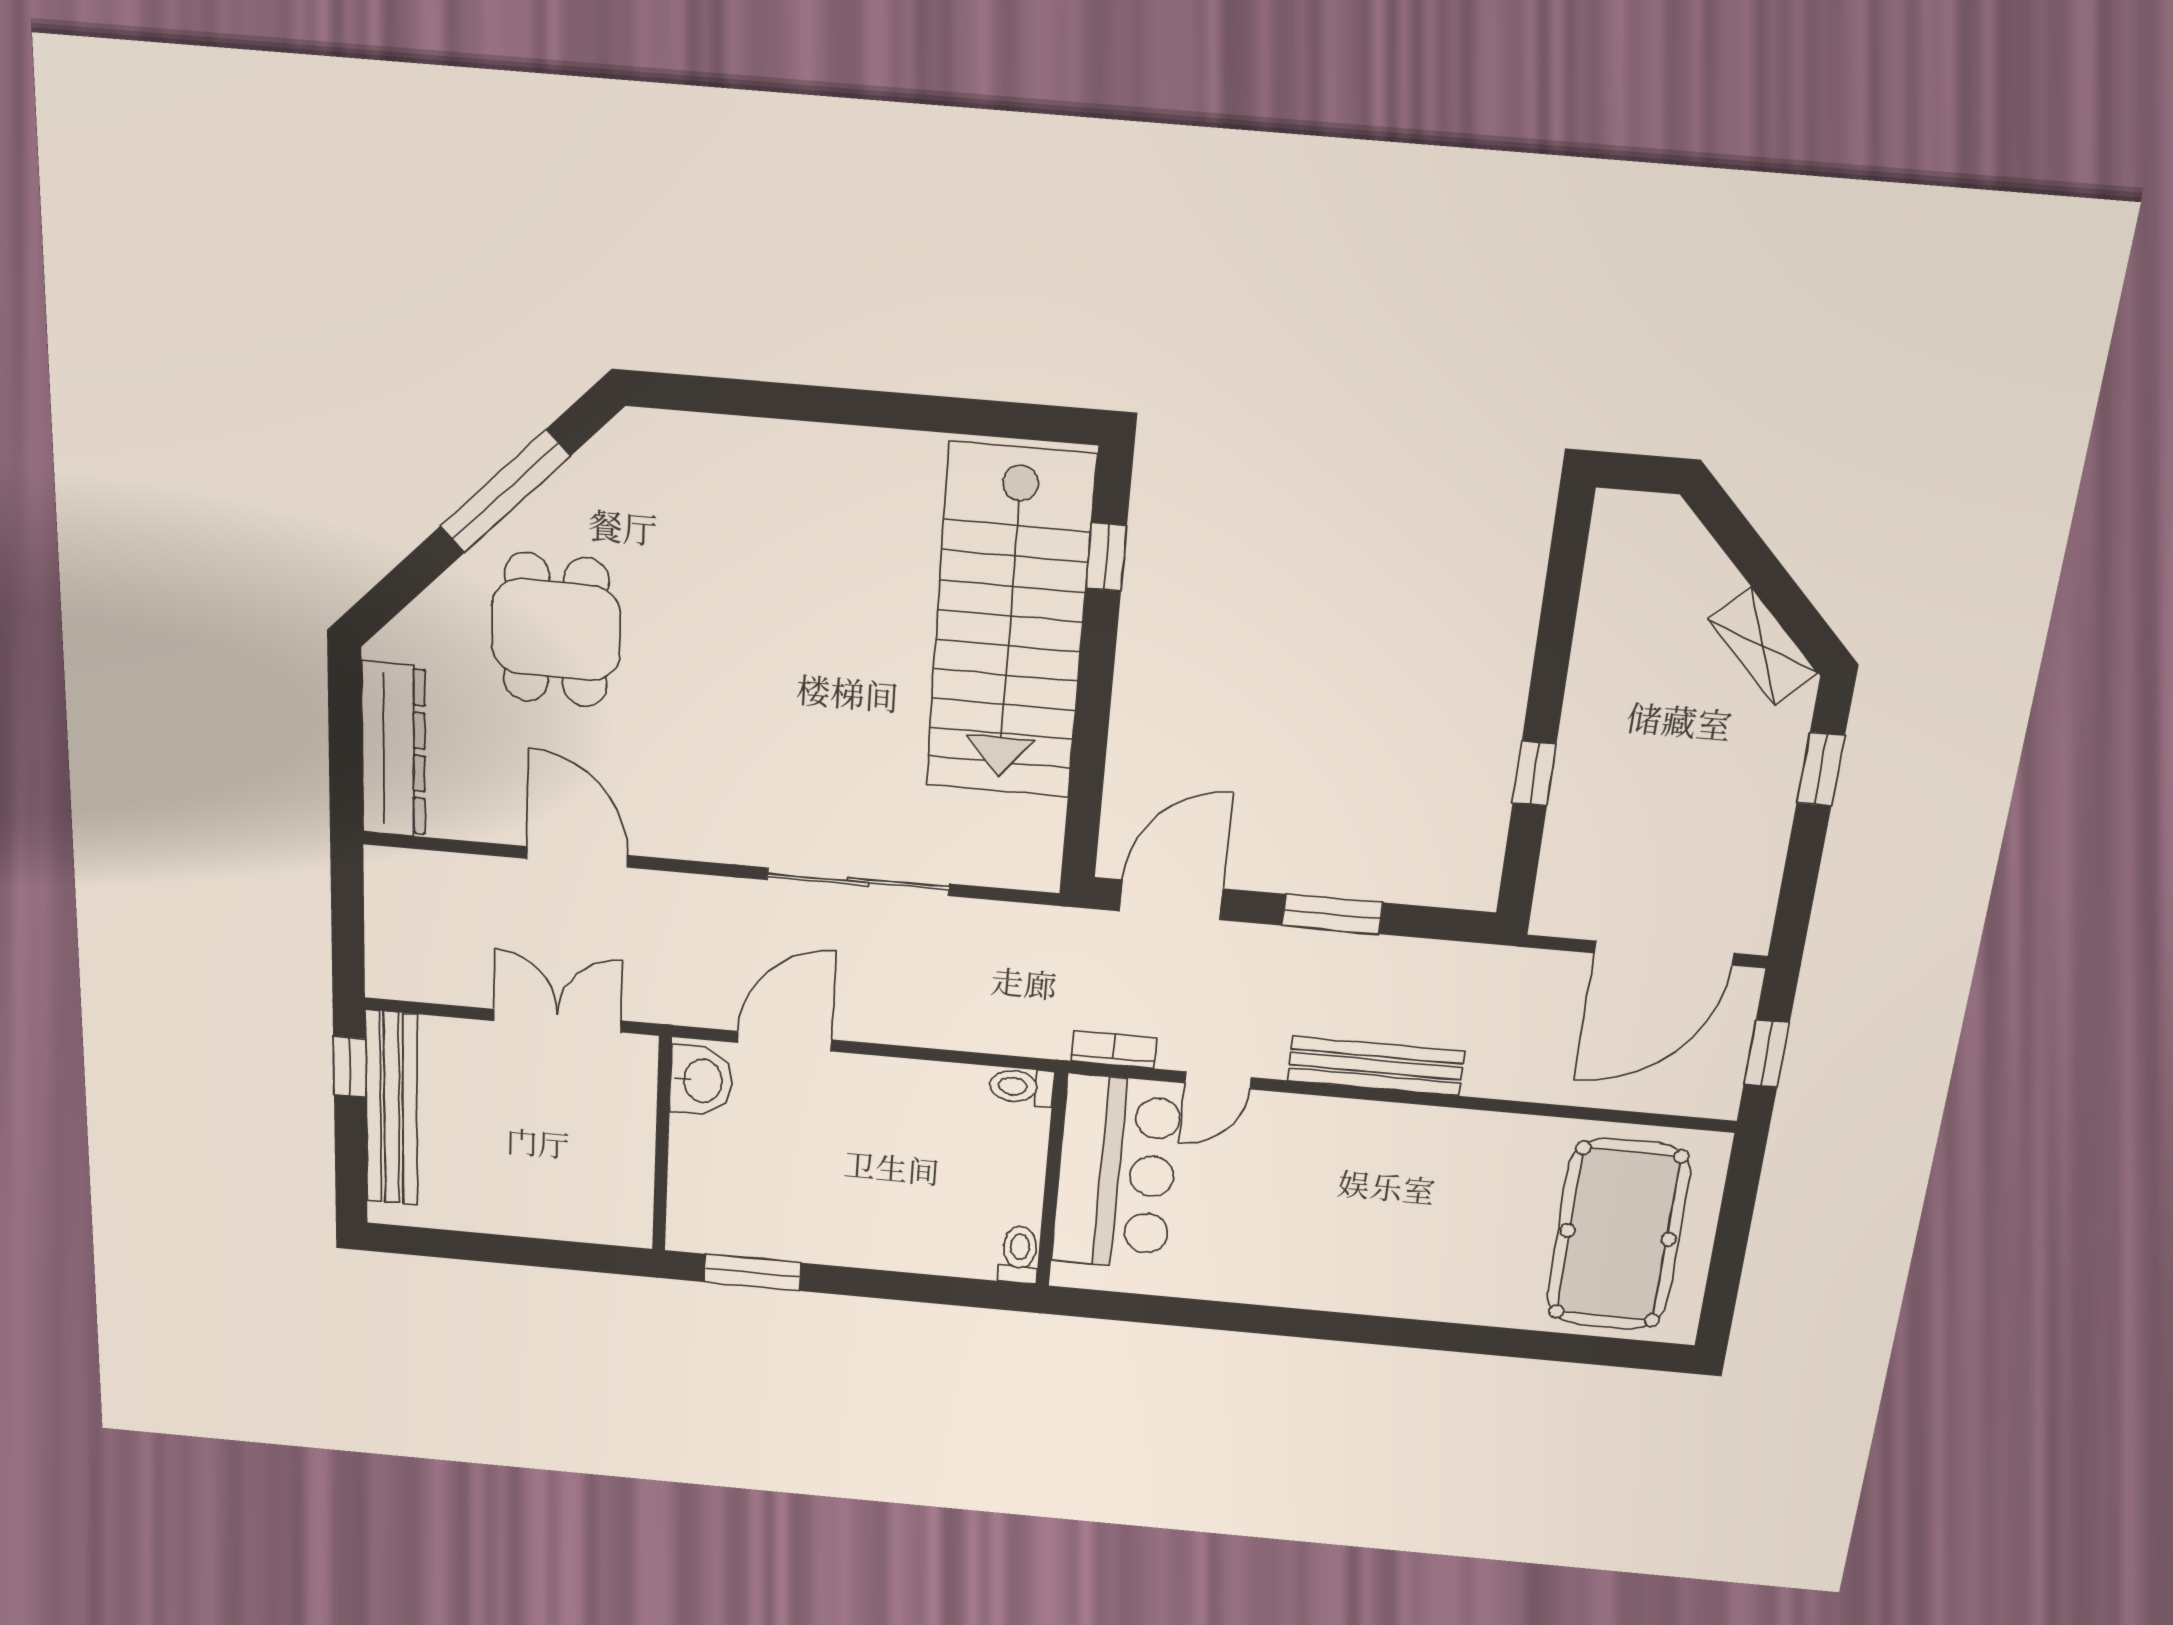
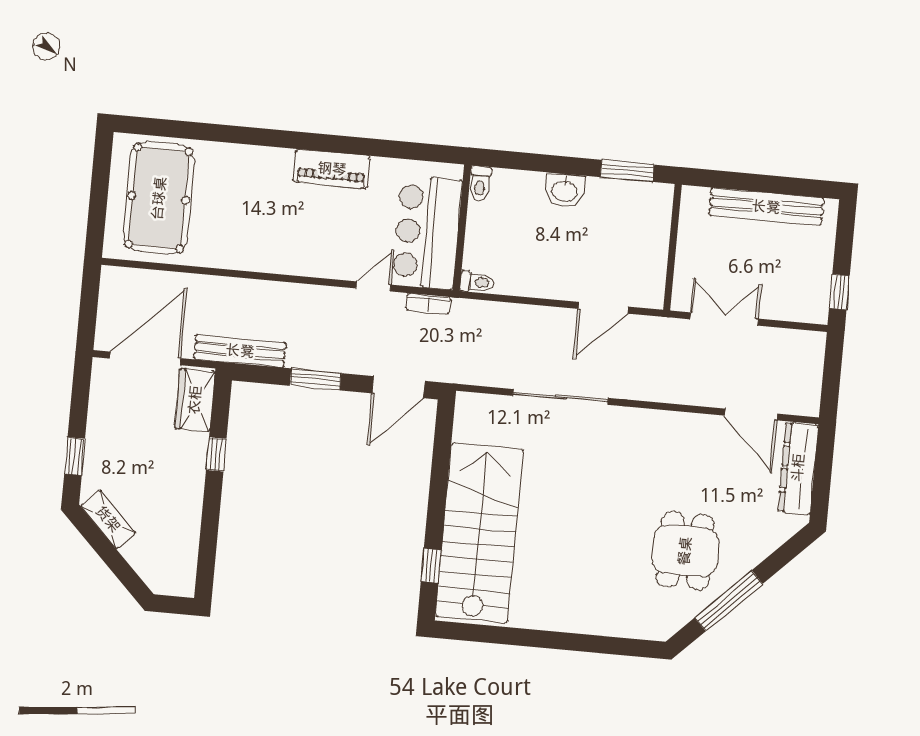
dining table: (556, 630) -> (685, 551), moved
door: (577, 857) -> (751, 415), moved
wardrobe: (1571, 876) -> (195, 400), added
double door: (557, 1021) -> (724, 319), swing flipped
window: (1767, 1054) -> (89, 303), removed
bench: (1376, 1066) -> (240, 351), moved
washbasin: (701, 1081) -> (564, 190), moved, turned -90
bench: (392, 1109) -> (766, 207), moved, turned 90
piano: (1293, 1281) -> (332, 169), added

